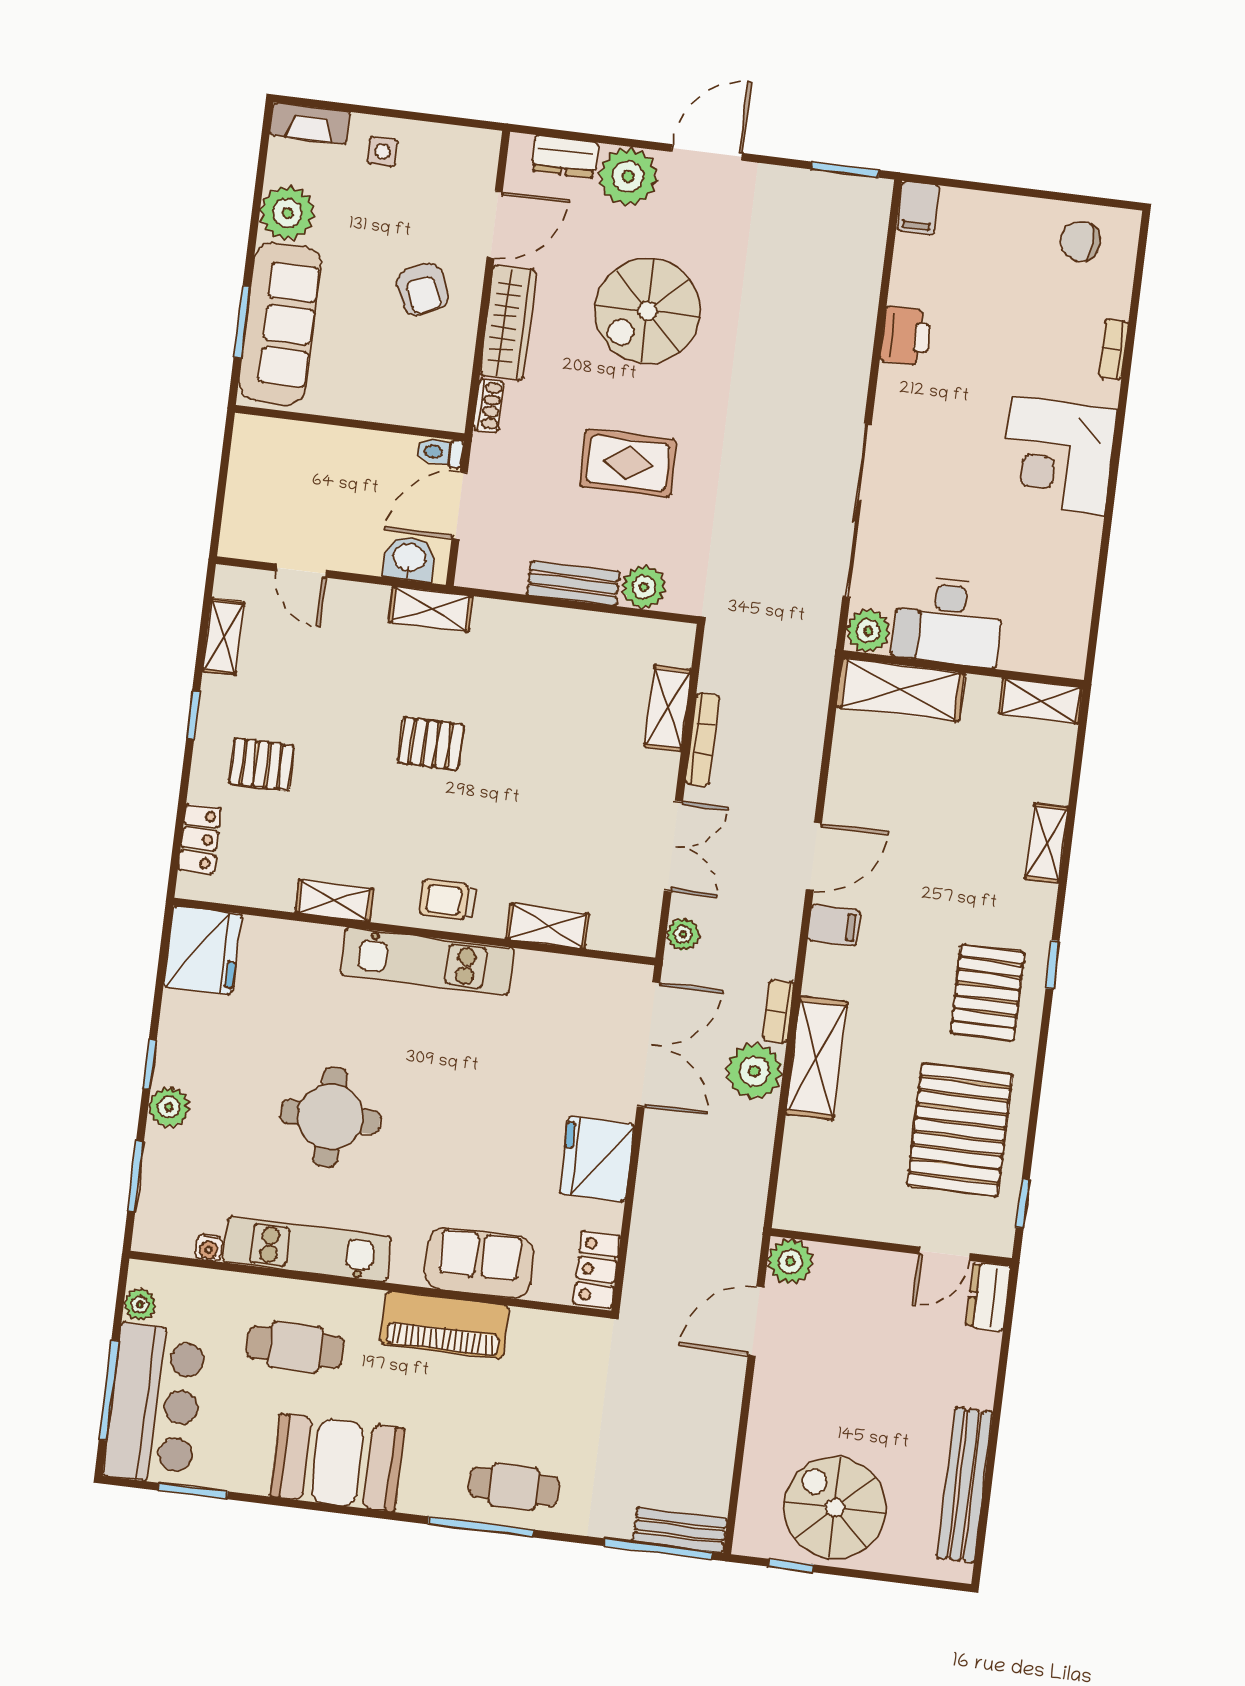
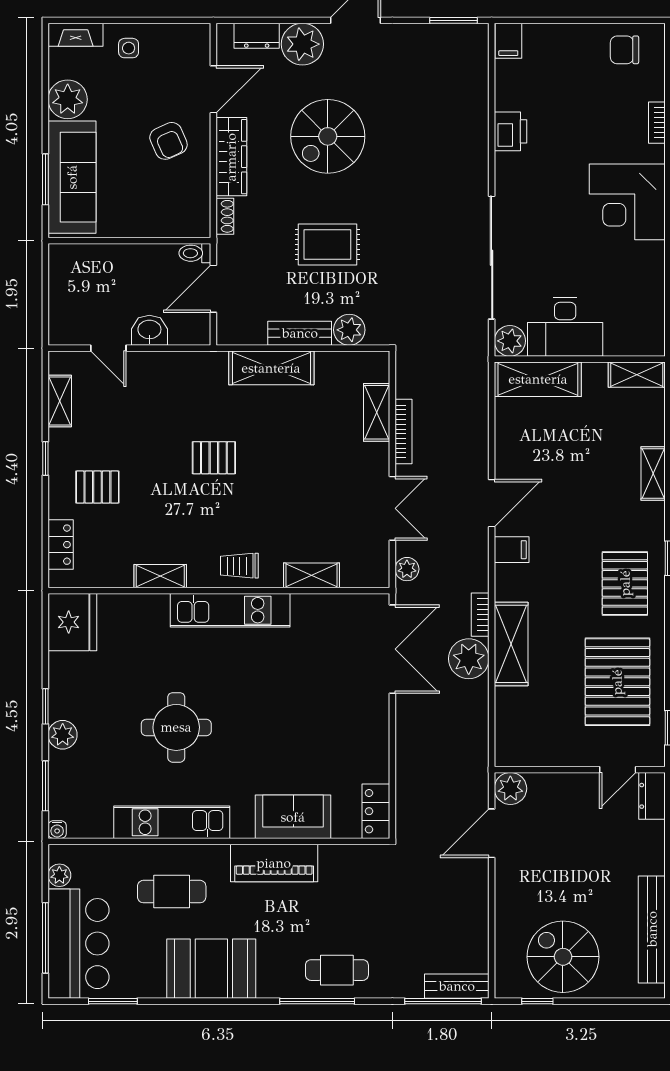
washbasin: (409, 559) -> (149, 330), moved
shelving: (431, 609) -> (271, 368), moved, width x1.50, depth x1.33
fridge: (597, 1159) -> (366, 734), removed
water cooler: (209, 1248) -> (57, 830), moved

